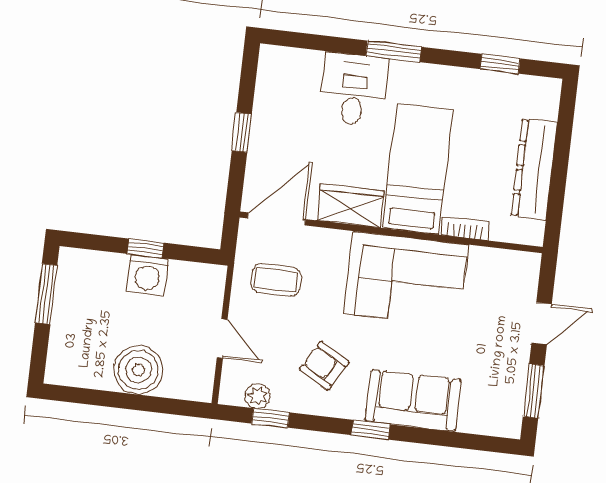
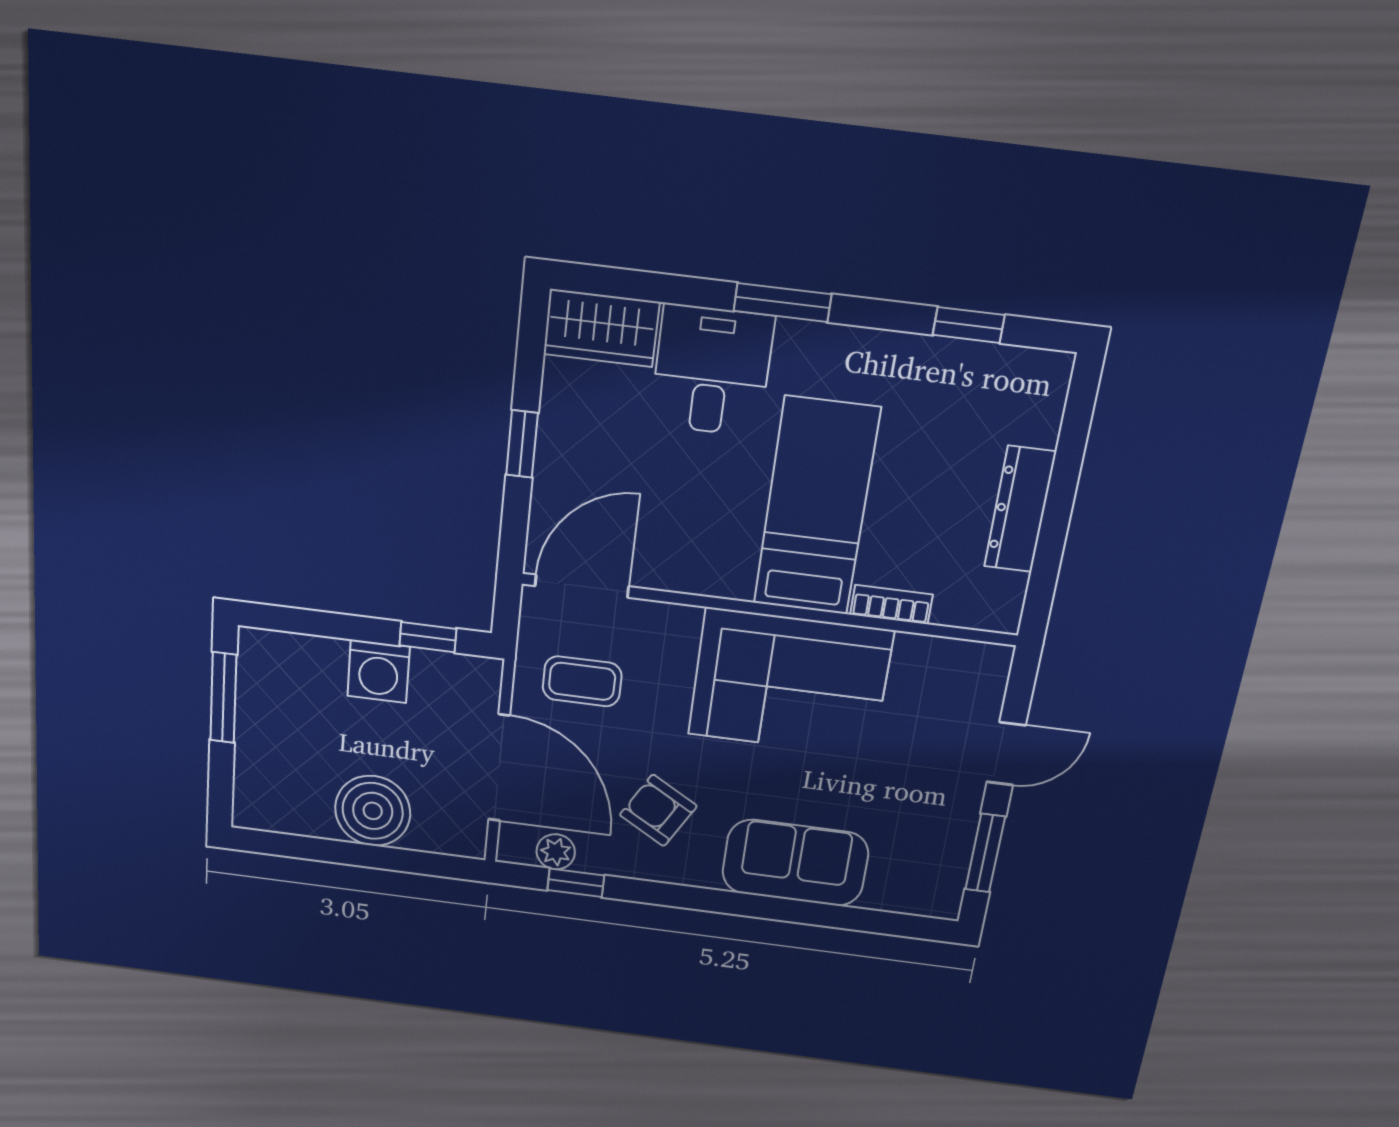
dresser: (534, 169) -> (1020, 509), width x0.73, depth x0.80
wardrobe: (350, 206) -> (601, 328), moved, turned 180
window: (145, 248) -> (428, 637), moved
door: (222, 339) -> (499, 768), width x1.88
window: (371, 430) -> (729, 903), removed

